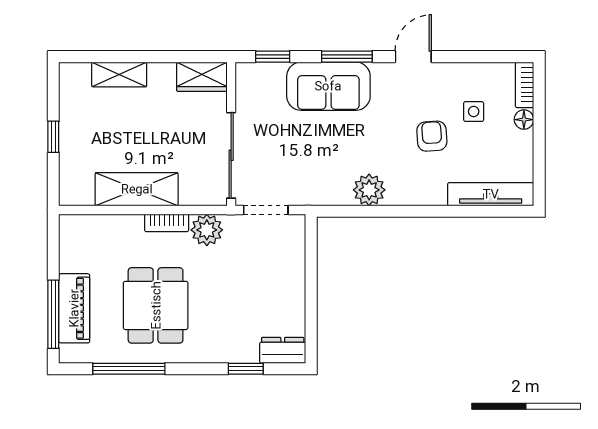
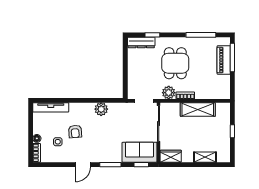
sofa: (328, 86) -> (139, 152), moved
dining table: (156, 305) -> (175, 63), moved
dresser: (283, 350) -> (141, 43), width x1.44

